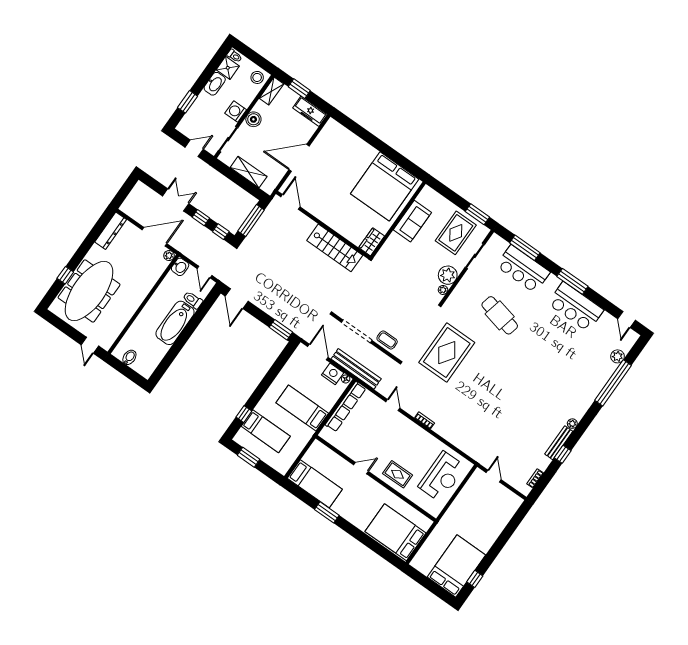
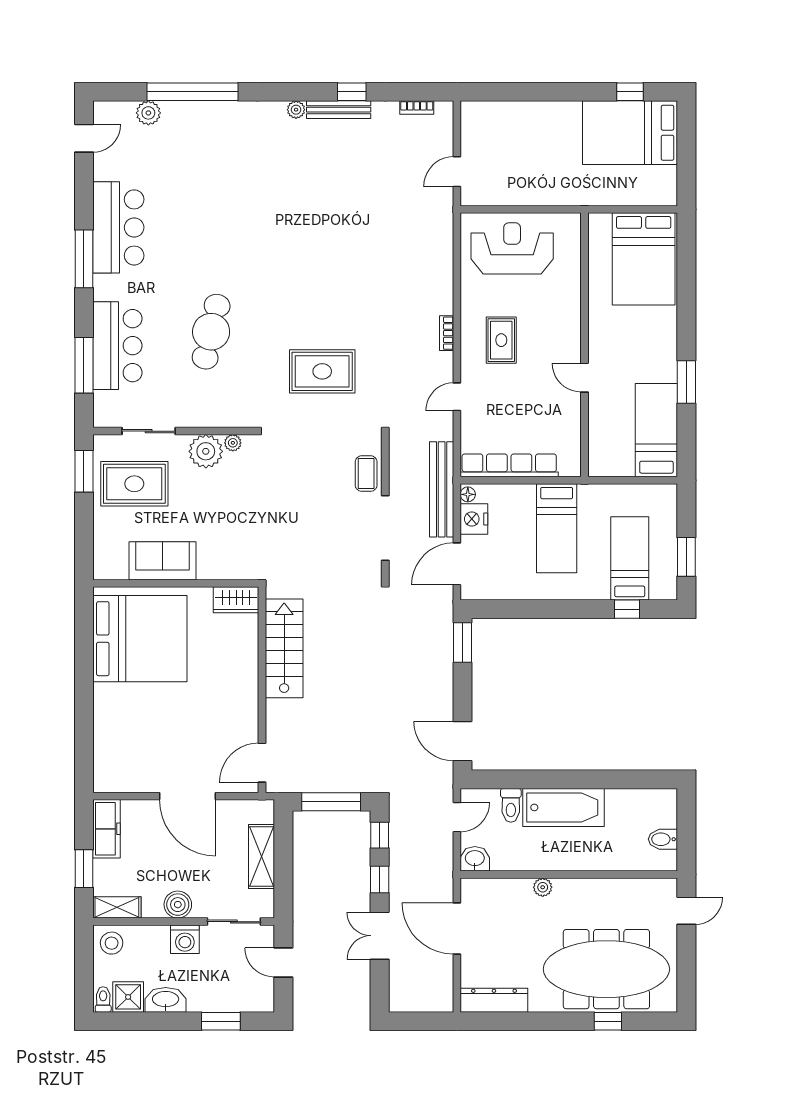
plant: (169, 256) -> (543, 887), moved
door: (237, 299) -> (462, 741), swing flipped
rug: (447, 353) -> (322, 371), width x0.73, depth x0.69
rug: (398, 474) -> (501, 340), moved

